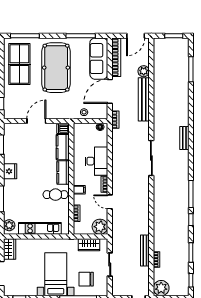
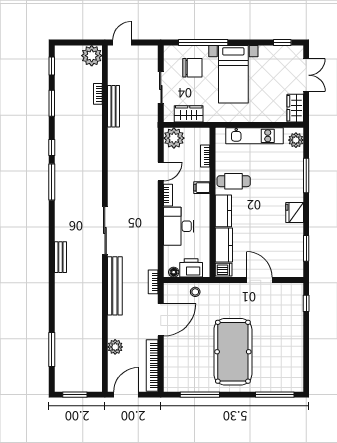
sofa: (99, 59) -> (175, 364), removed
table tennis table: (19, 64) -> (282, 357), removed
bench: (144, 99) -> (115, 286), moved
door: (36, 121) -> (259, 280), swing flipped
printer: (87, 130) -> (191, 268), added
door: (110, 202) -> (161, 171), hinge flipped

